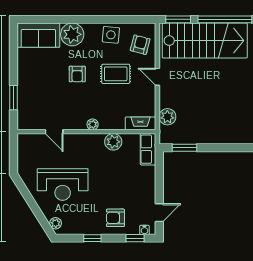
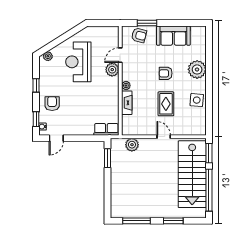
sofa: (38, 35) -> (173, 36), moved, turned -90
armchair: (140, 45) -> (139, 35), moved
door: (157, 77) -> (164, 137), hinge flipped
fireplace: (140, 123) -> (127, 103), moved
plant: (113, 142) -> (112, 70), moved
door: (159, 213) -> (56, 138), hinge flipped

